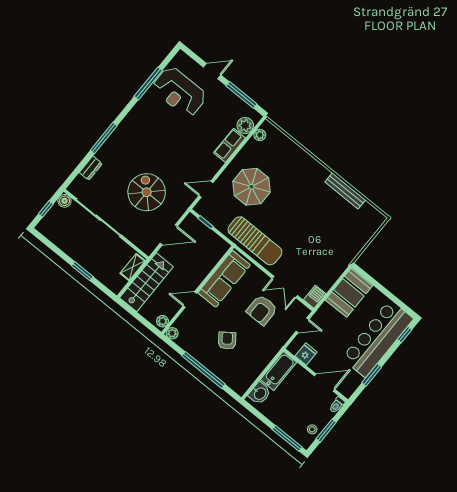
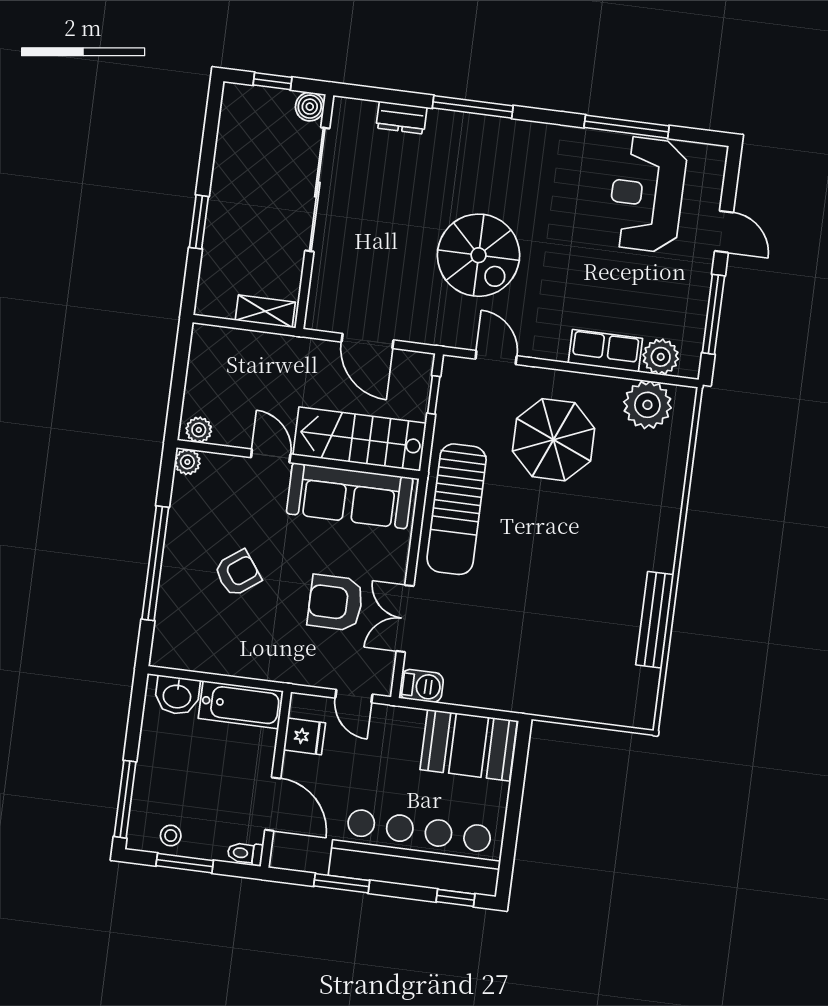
plant: (260, 135) -> (647, 405), width x1.87, depth x1.87
spiral stairs: (147, 192) -> (479, 255), moved, turned 90
stairs: (146, 282) -> (360, 439), moved, turned 180

